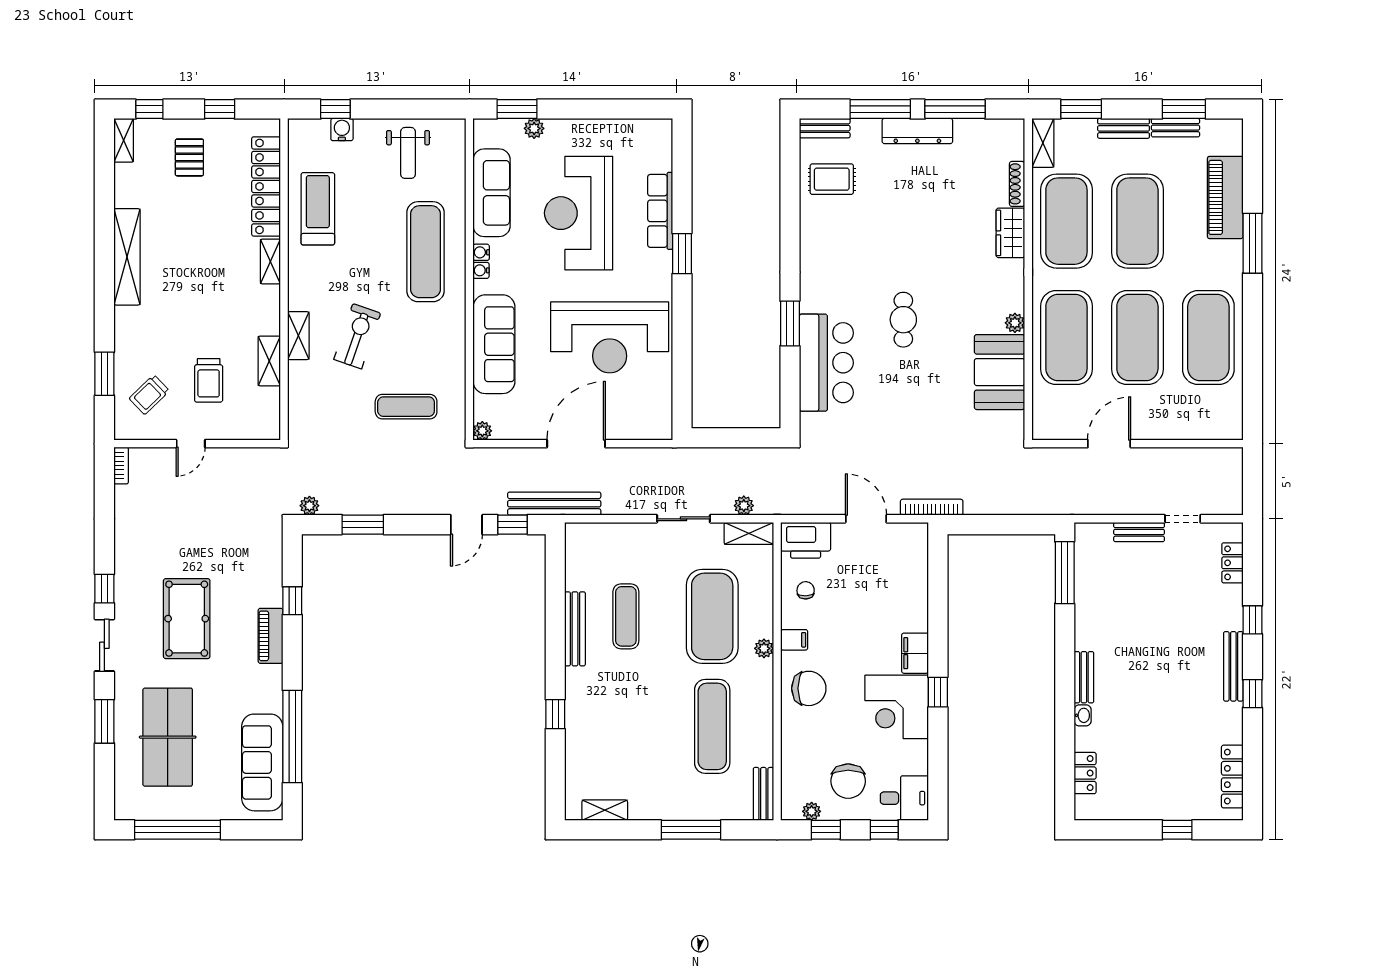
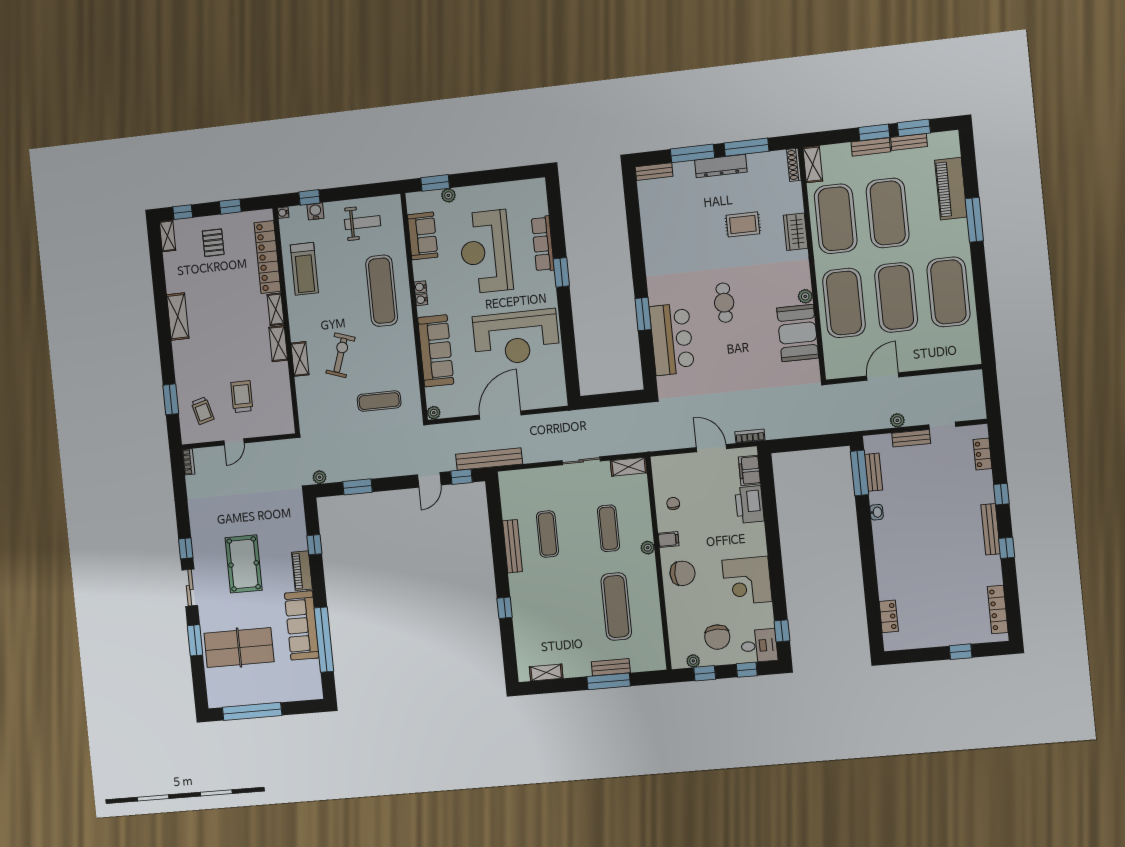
window: (1081, 109) -> (874, 132), moved
water cooler: (295, 126) -> (283, 213), added
weight bench: (408, 153) -> (363, 223), turned -90
rug: (832, 179) -> (743, 224), moved
shoe rack: (1017, 184) -> (794, 165), moved
sofa: (492, 193) -> (423, 236), width x0.73
treadmill: (318, 209) -> (304, 269), turned 180
shelving: (127, 257) -> (178, 317), width x0.68
shelving: (269, 361) -> (278, 344), moved
trolley: (209, 380) -> (242, 397), turned 180
trolley: (149, 395) -> (203, 411), turned -61
plant: (744, 506) -> (897, 420), moved
bookcase: (932, 507) -> (750, 436), width x0.64
printer: (806, 540) -> (749, 504), moved, turned 90
exercise mat: (712, 616) -> (608, 528), width x0.50, depth x0.69
filing cabinet: (915, 653) -> (749, 470), moved
bench: (1084, 677) -> (874, 472), moved
window: (938, 692) -> (782, 631), moved
washbasin: (1083, 715) -> (877, 512), moved
table tennis table: (168, 737) -> (239, 647), turned 90
sofa: (262, 762) -> (302, 625), moved
bench: (763, 794) -> (611, 667), moved, turned 90

